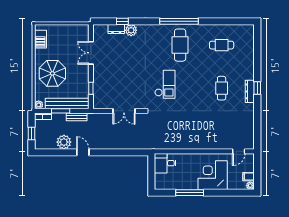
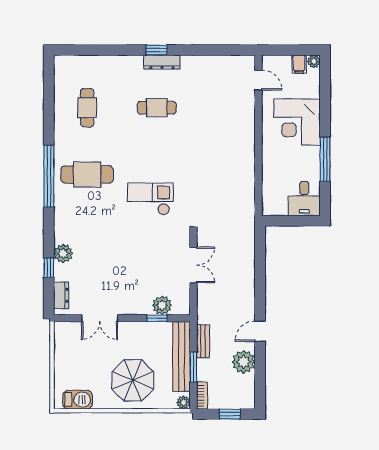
dresser: (116, 29) -> (61, 295), moved
plant: (99, 91) -> (162, 305), added
desk: (165, 163) -> (304, 199), moved

